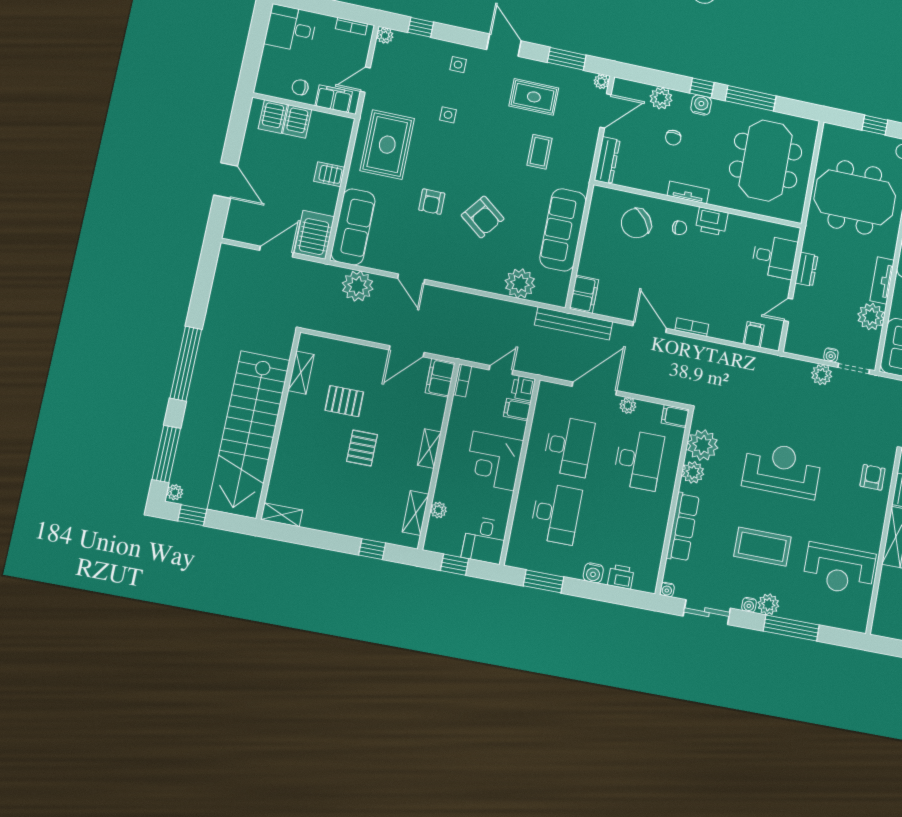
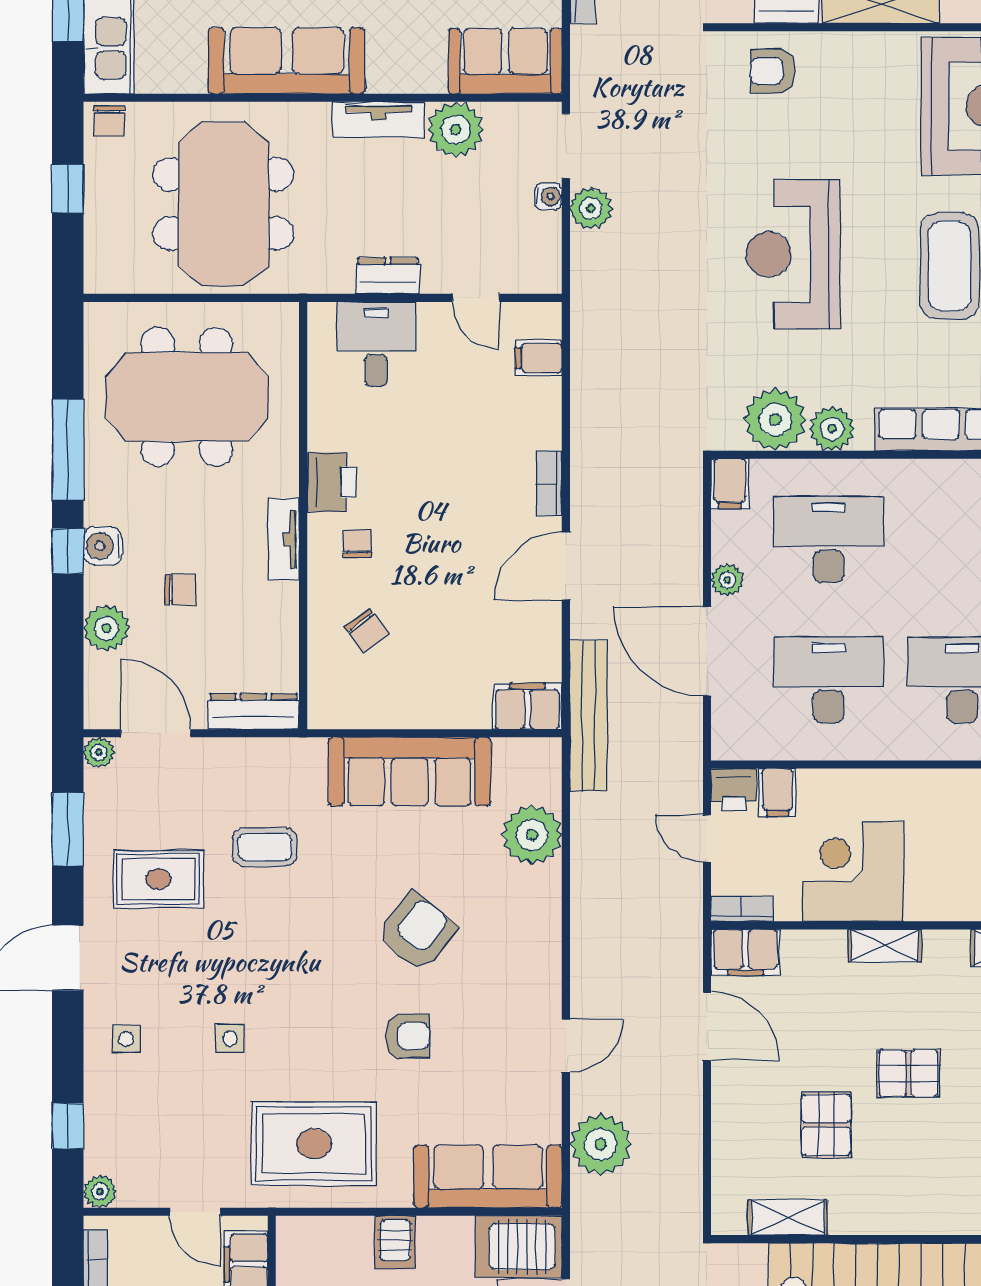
rug: (534, 97) -> (158, 879), turned 90
chair: (636, 223) -> (366, 631), width x0.54, depth x0.54
corner desk: (494, 461) -> (853, 871), moved, turned 180

